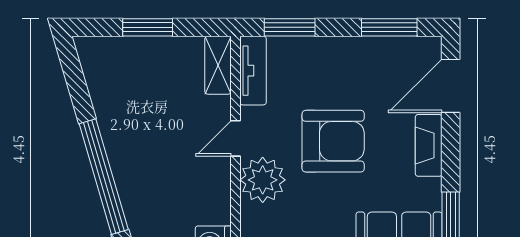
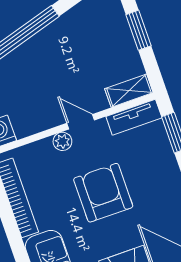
armchair: (333, 141) -> (103, 193), turned 180
plant: (263, 180) -> (62, 141), width x0.53, depth x0.53

